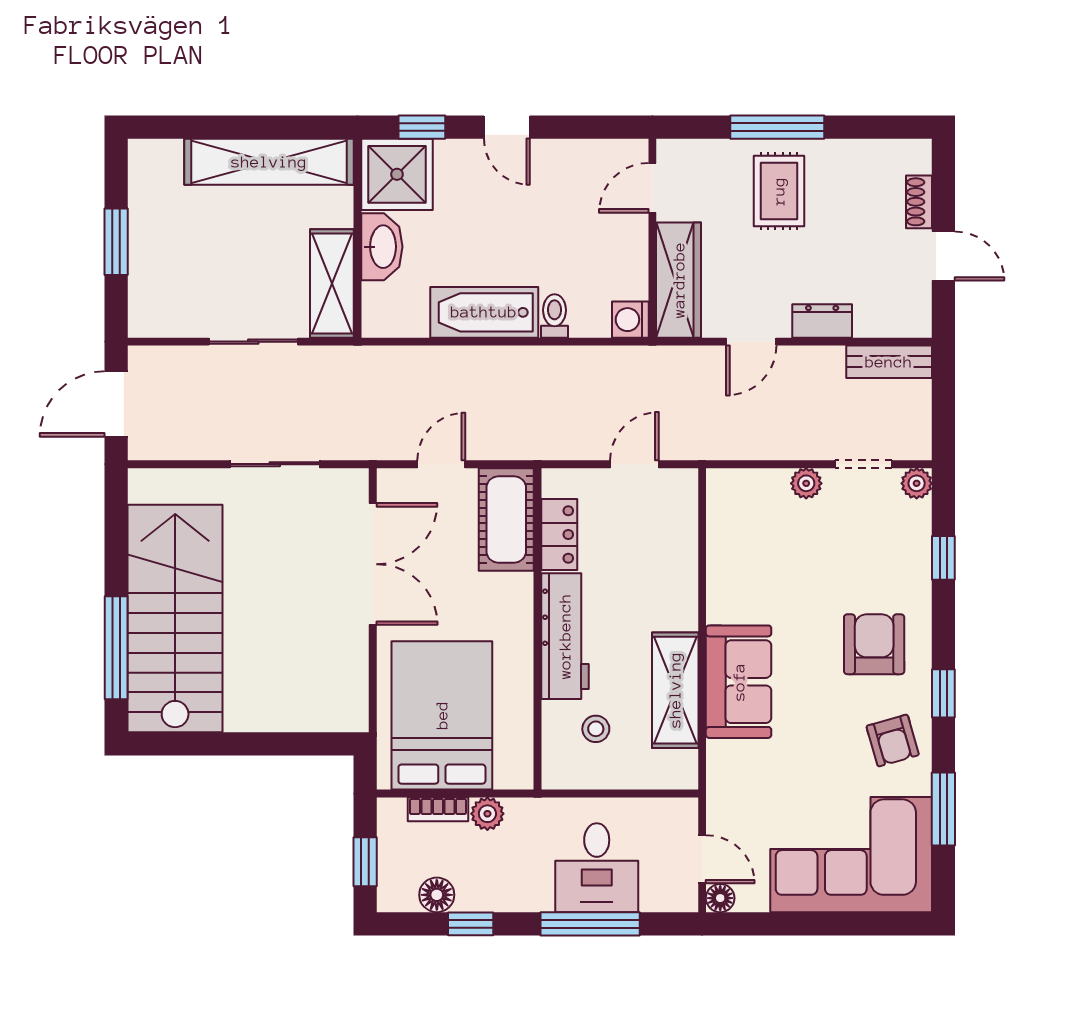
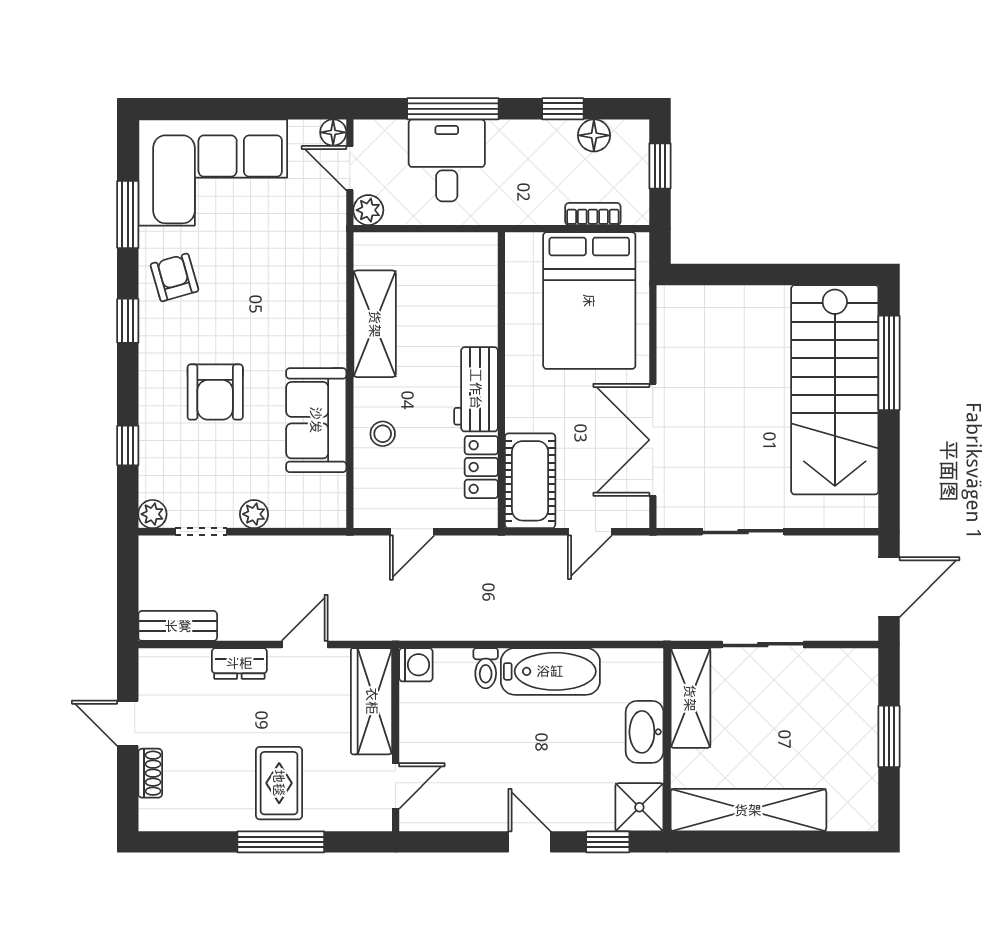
shower: (397, 174) -> (639, 807), width x0.73, depth x0.73
workbench: (565, 636) -> (476, 389), width x0.73
armchair: (874, 644) -> (215, 392), moved
sofa: (739, 682) -> (316, 420), moved
stool: (596, 729) -> (383, 434), moved
plant: (487, 814) -> (368, 210), moved

